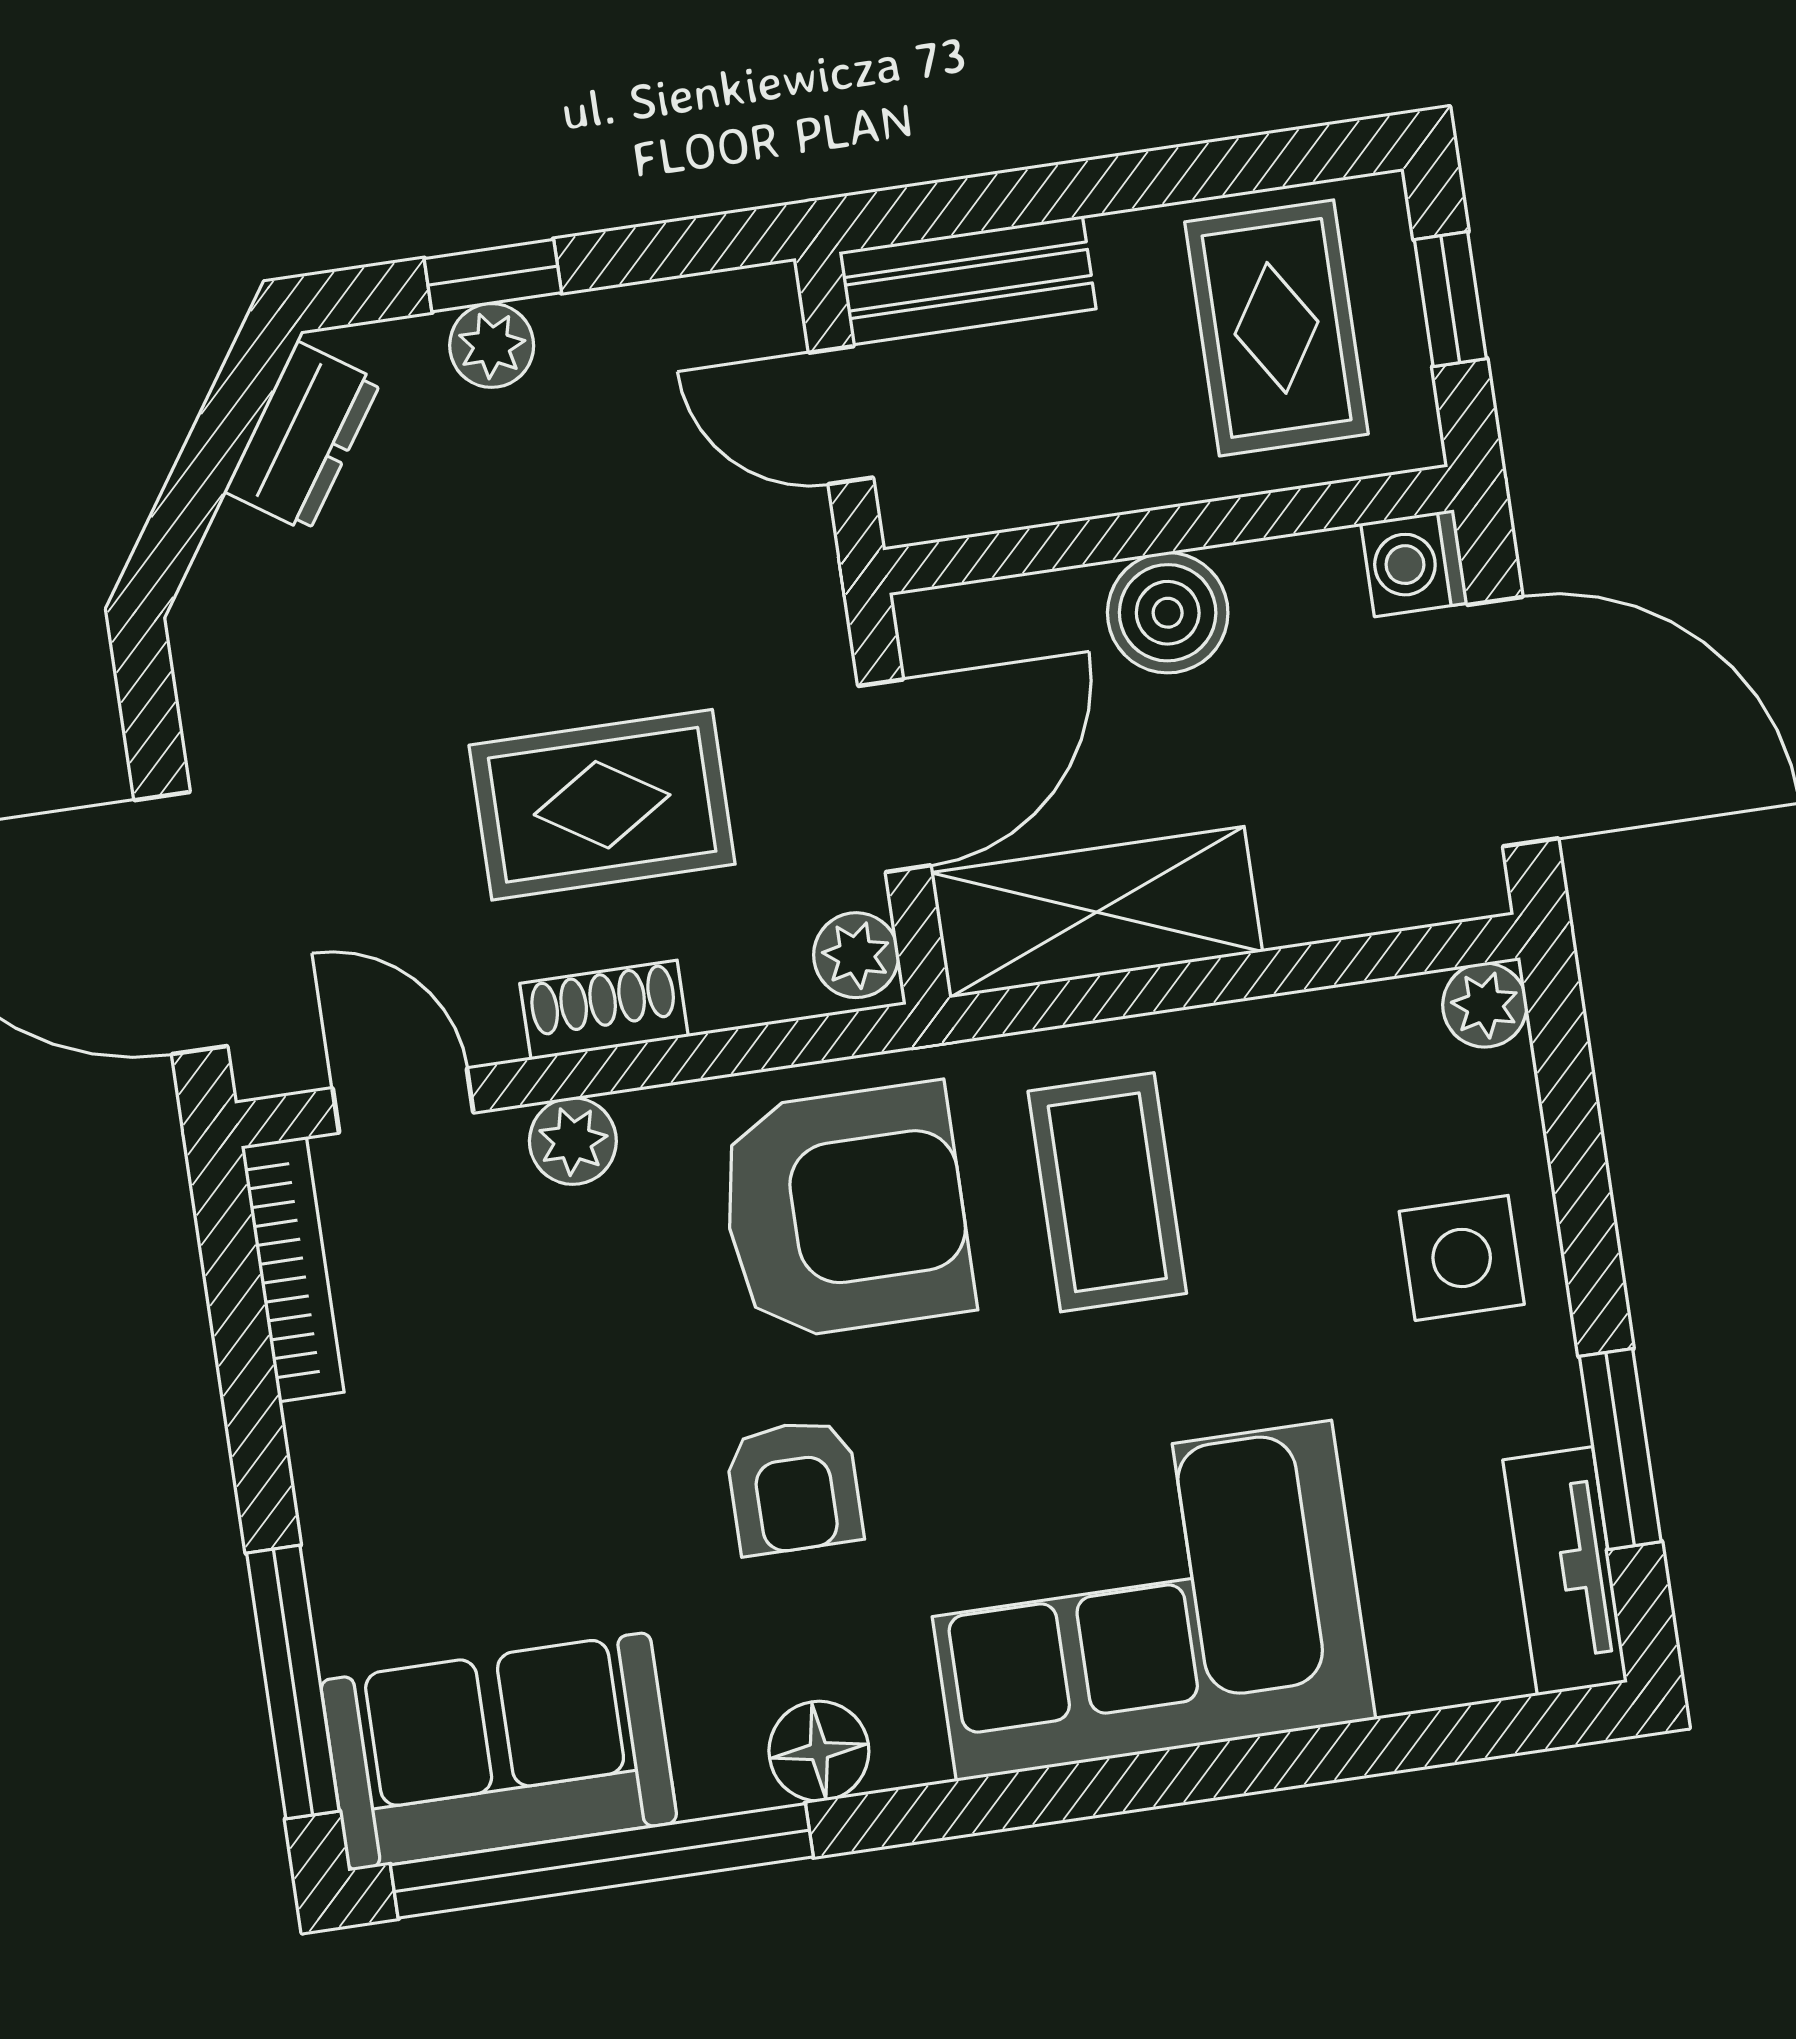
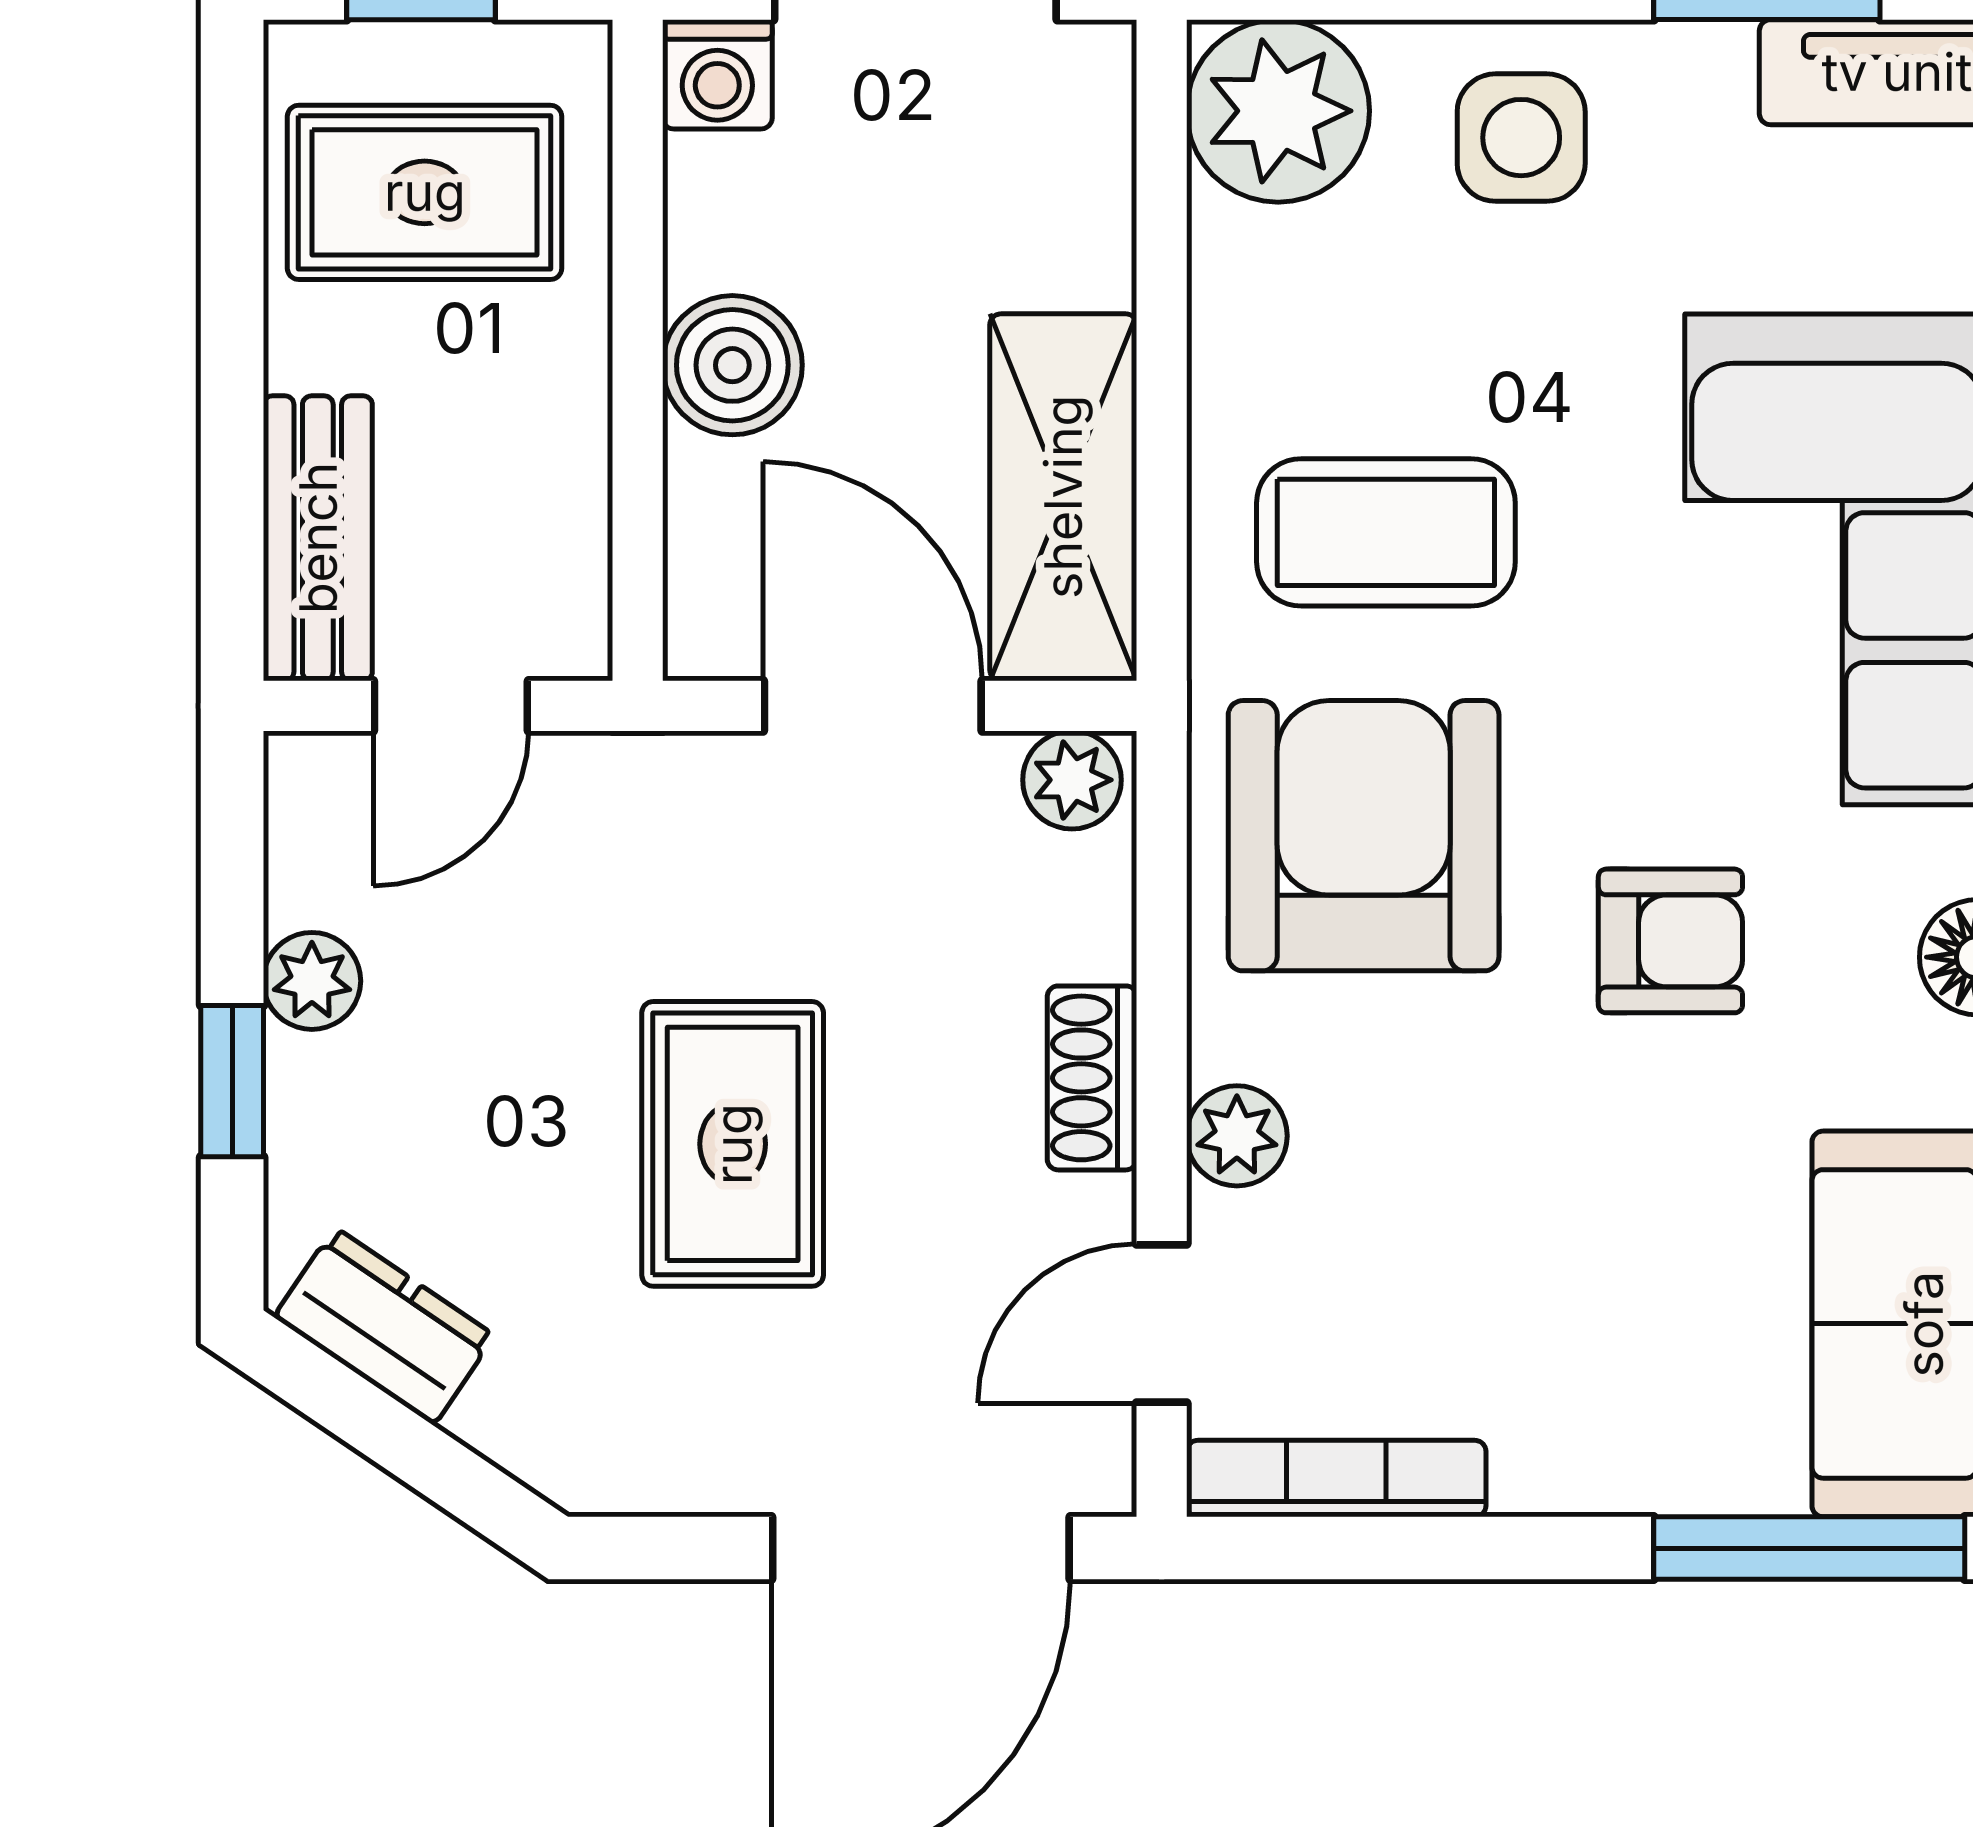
plant: (492, 345) -> (312, 981), moved
rug: (602, 805) -> (733, 1144), moved
plant: (1485, 1005) -> (1278, 111), width x1.88, depth x1.88

